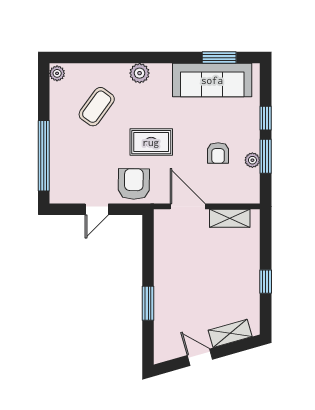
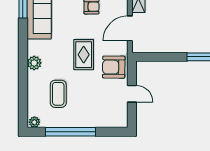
coffee table: (97, 107) -> (58, 94), turned 54
window: (44, 156) -> (71, 132), moved

